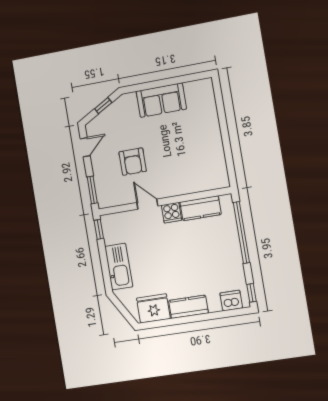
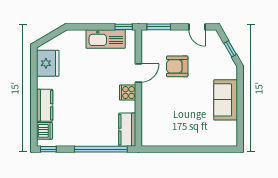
kitchen counter: (200, 208) -> (127, 130), moved
kitchen sink: (119, 267) -> (106, 39), moved
kitchen counter: (188, 307) -> (45, 105), moved

